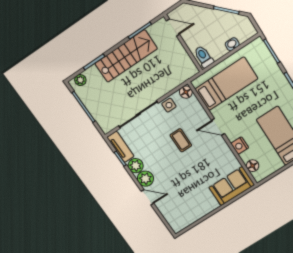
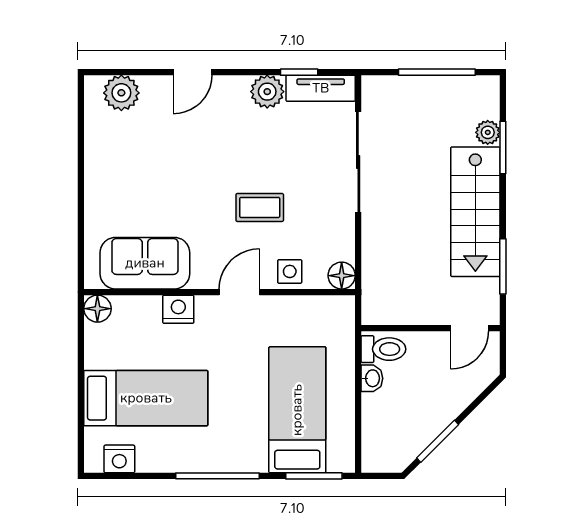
washbasin: (232, 44) -> (372, 378), moved
plant: (80, 80) -> (488, 132), moved
bed: (226, 84) -> (297, 410), moved, turned 180
side table: (169, 105) -> (290, 271), moved
floor lamp: (253, 166) -> (97, 309), moved
plant: (145, 179) -> (121, 93), moved
sofa: (232, 186) -> (145, 263), moved, turned -90

